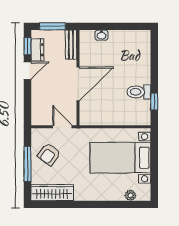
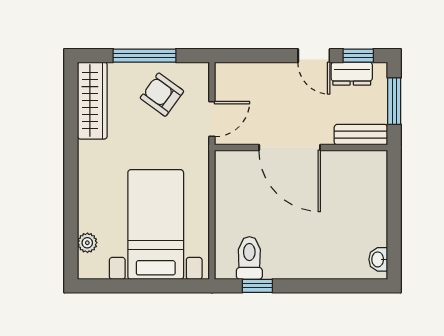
washbasin: (101, 35) -> (378, 259), moved
toilet: (139, 92) -> (249, 258), moved

